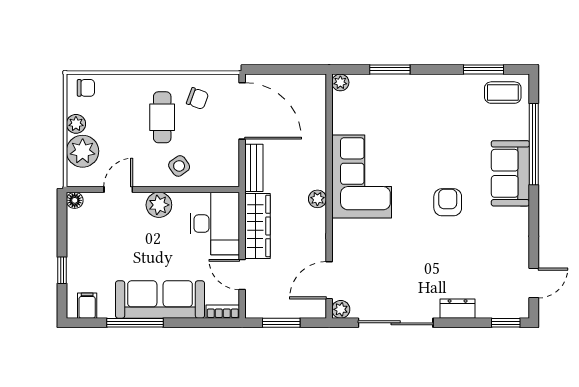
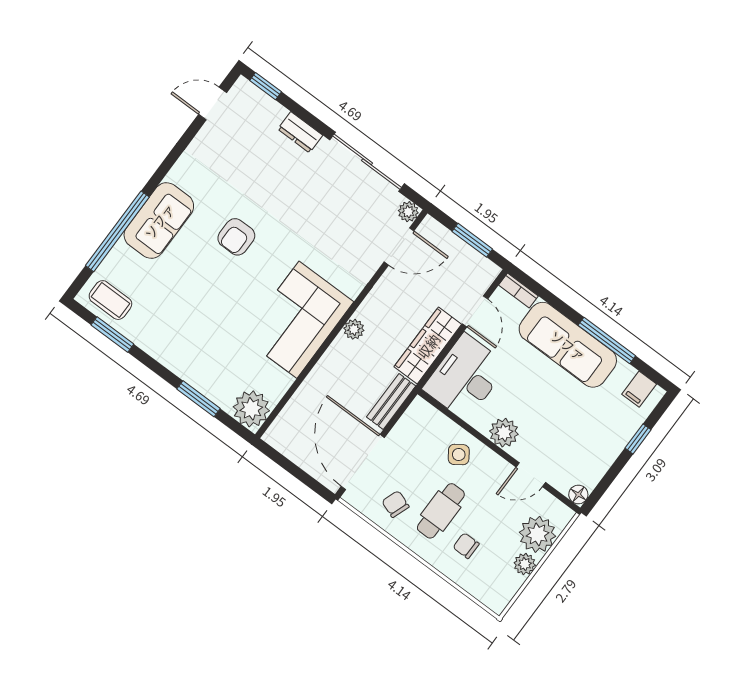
plant: (340, 82) -> (251, 409), width x1.88, depth x1.88
chair: (86, 88) -> (466, 546), moved

